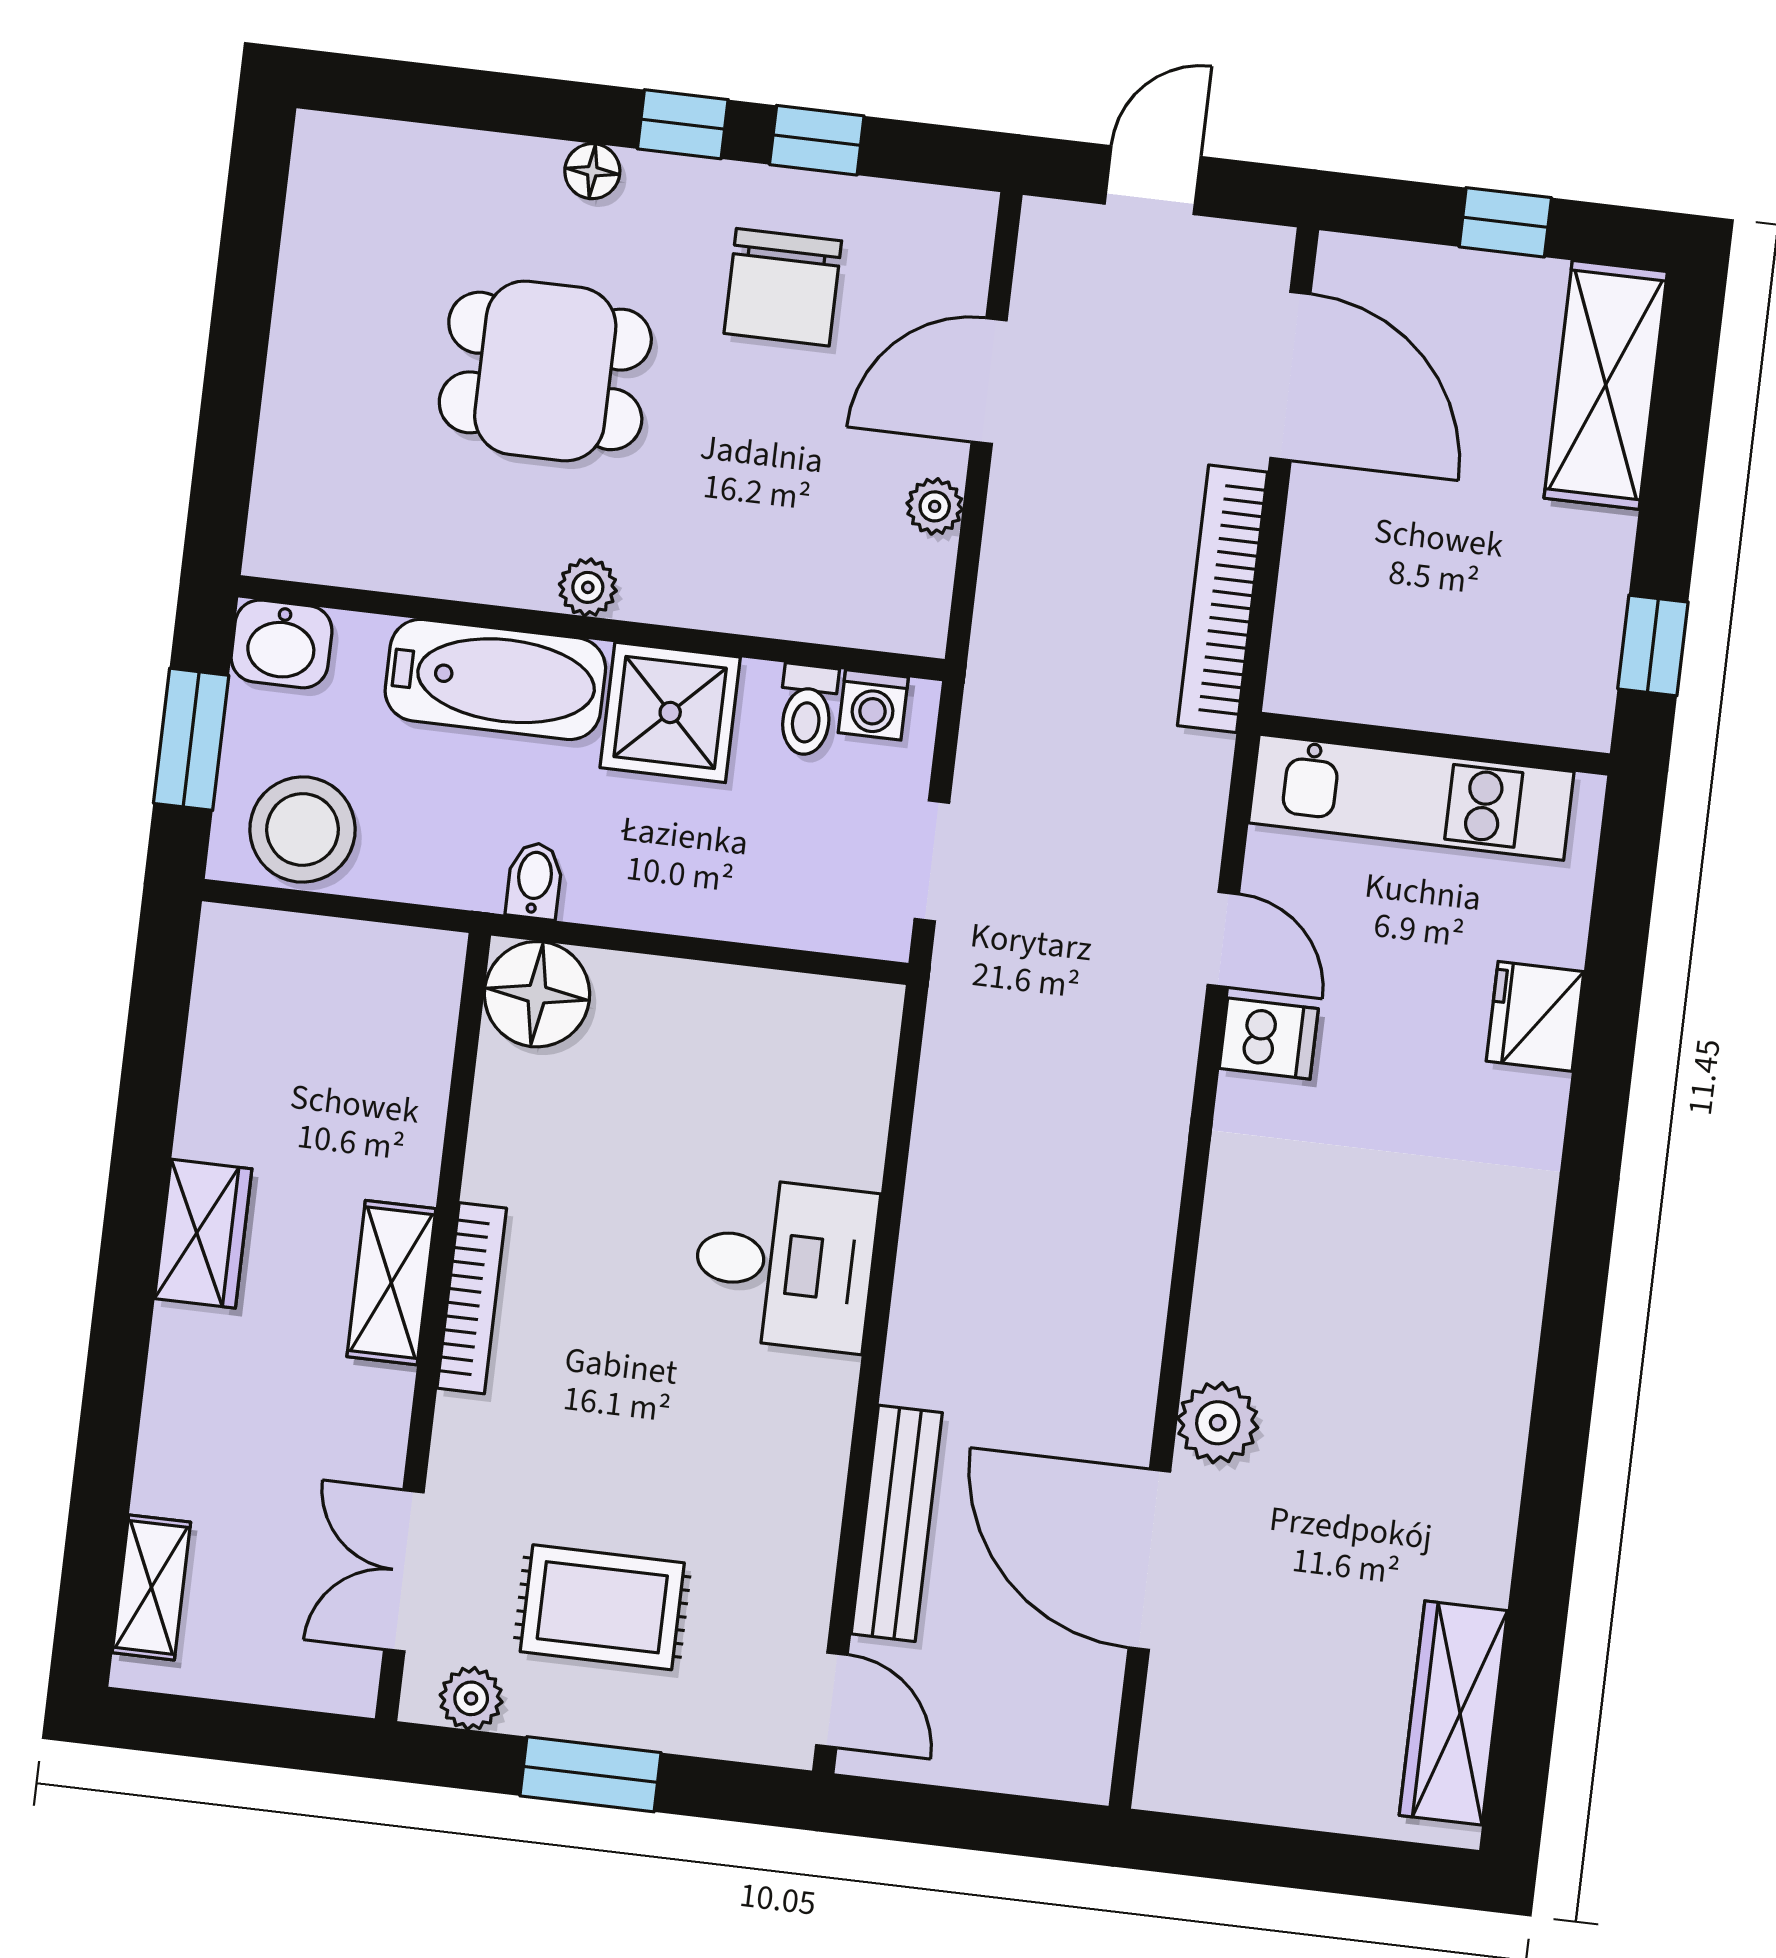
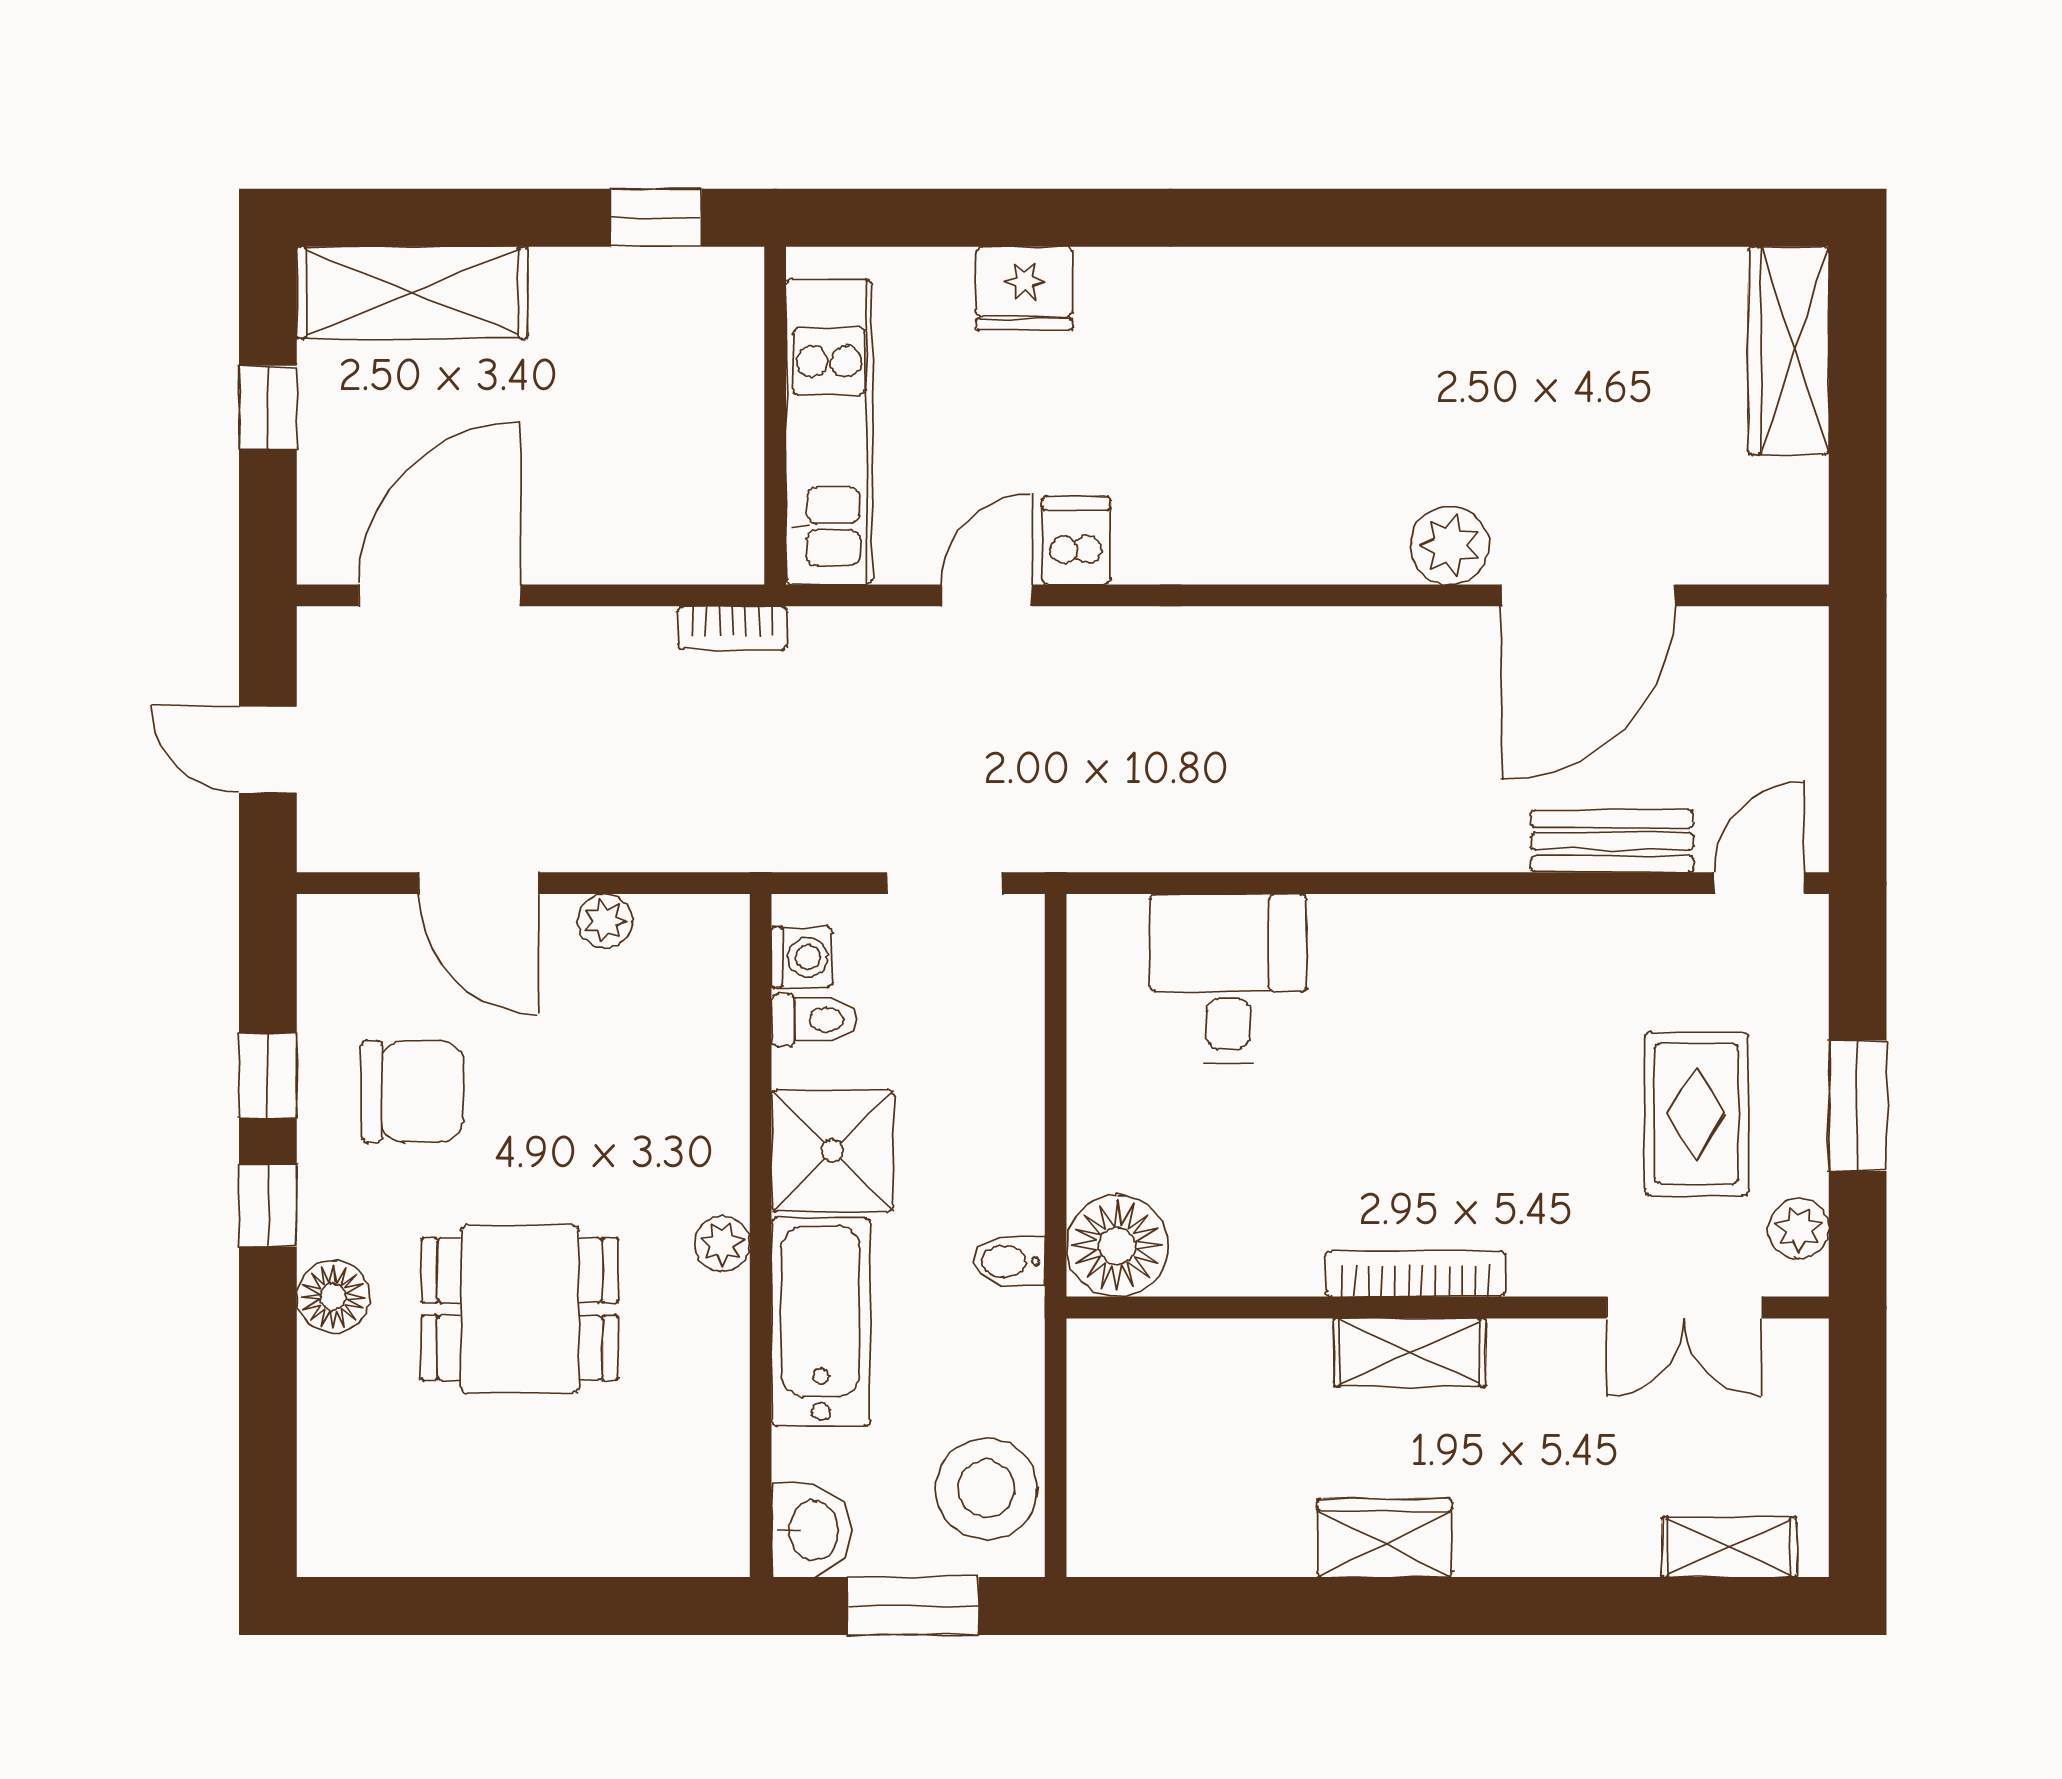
floor lamp: (592, 171) -> (333, 1297), width x1.37, depth x1.37
dining table: (545, 371) -> (520, 1309), turned 90
bookcase: (1223, 599) -> (732, 628), width x0.43, depth x0.76
desk: (784, 1264) -> (1228, 978), moved
bench: (897, 1523) -> (1612, 841), width x0.73
wardrobe: (1453, 1713) -> (1789, 351), moved, turned 90

